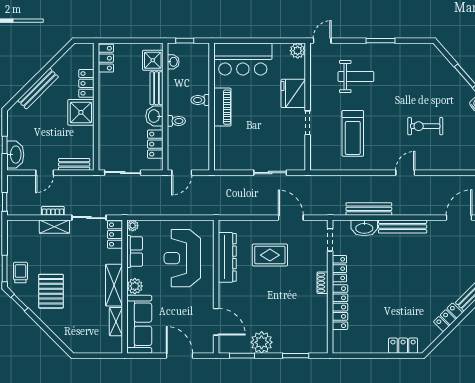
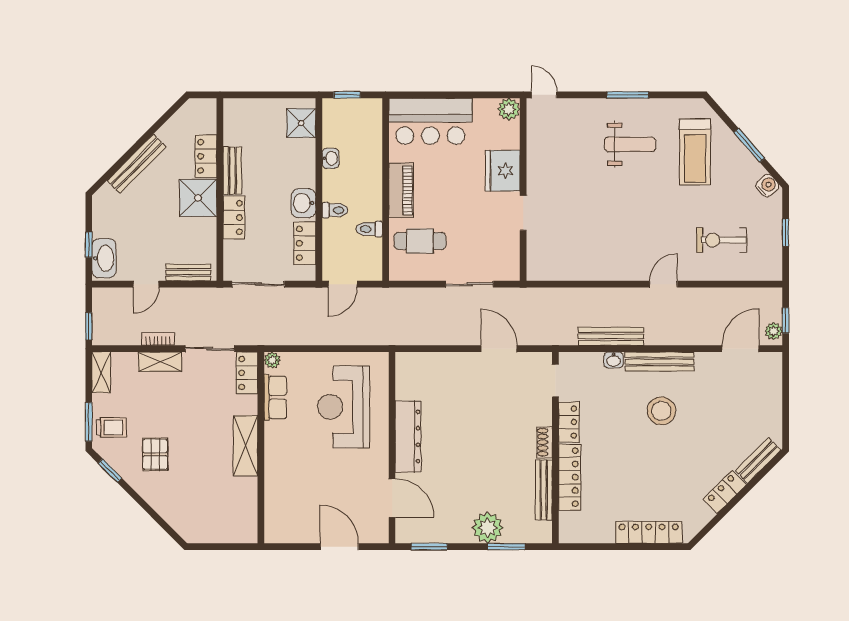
door: (322, 41) -> (544, 95), hinge flipped
locker: (106, 58) -> (234, 217), moved
washbasin: (173, 62) -> (330, 158), moved
weight bench: (356, 77) -> (630, 144), moved
bench: (157, 88) -> (232, 171), moved
toilet: (200, 100) -> (369, 229), moved
exercise bike: (425, 126) -> (722, 240), moved
treadmill: (353, 133) -> (695, 152), moved
cafe table: (236, 142) -> (420, 241), added
washbasin: (364, 228) -> (614, 360), width x0.52, depth x0.69
rug: (270, 255) -> (469, 402), removed
dresser: (227, 257) -> (408, 436), moved
stool: (404, 261) -> (661, 411), added
trolley: (20, 272) -> (111, 427), turned 90
plant: (135, 286) -> (275, 447), removed
pallet: (51, 291) -> (155, 454), width x0.67, depth x0.71
bench: (322, 316) -> (544, 490), added
shelving: (116, 322) -> (101, 372), moved
sofa: (139, 324) -> (282, 502), removed
plant: (262, 342) -> (488, 528), moved
locker: (403, 346) -> (649, 532), width x1.53

